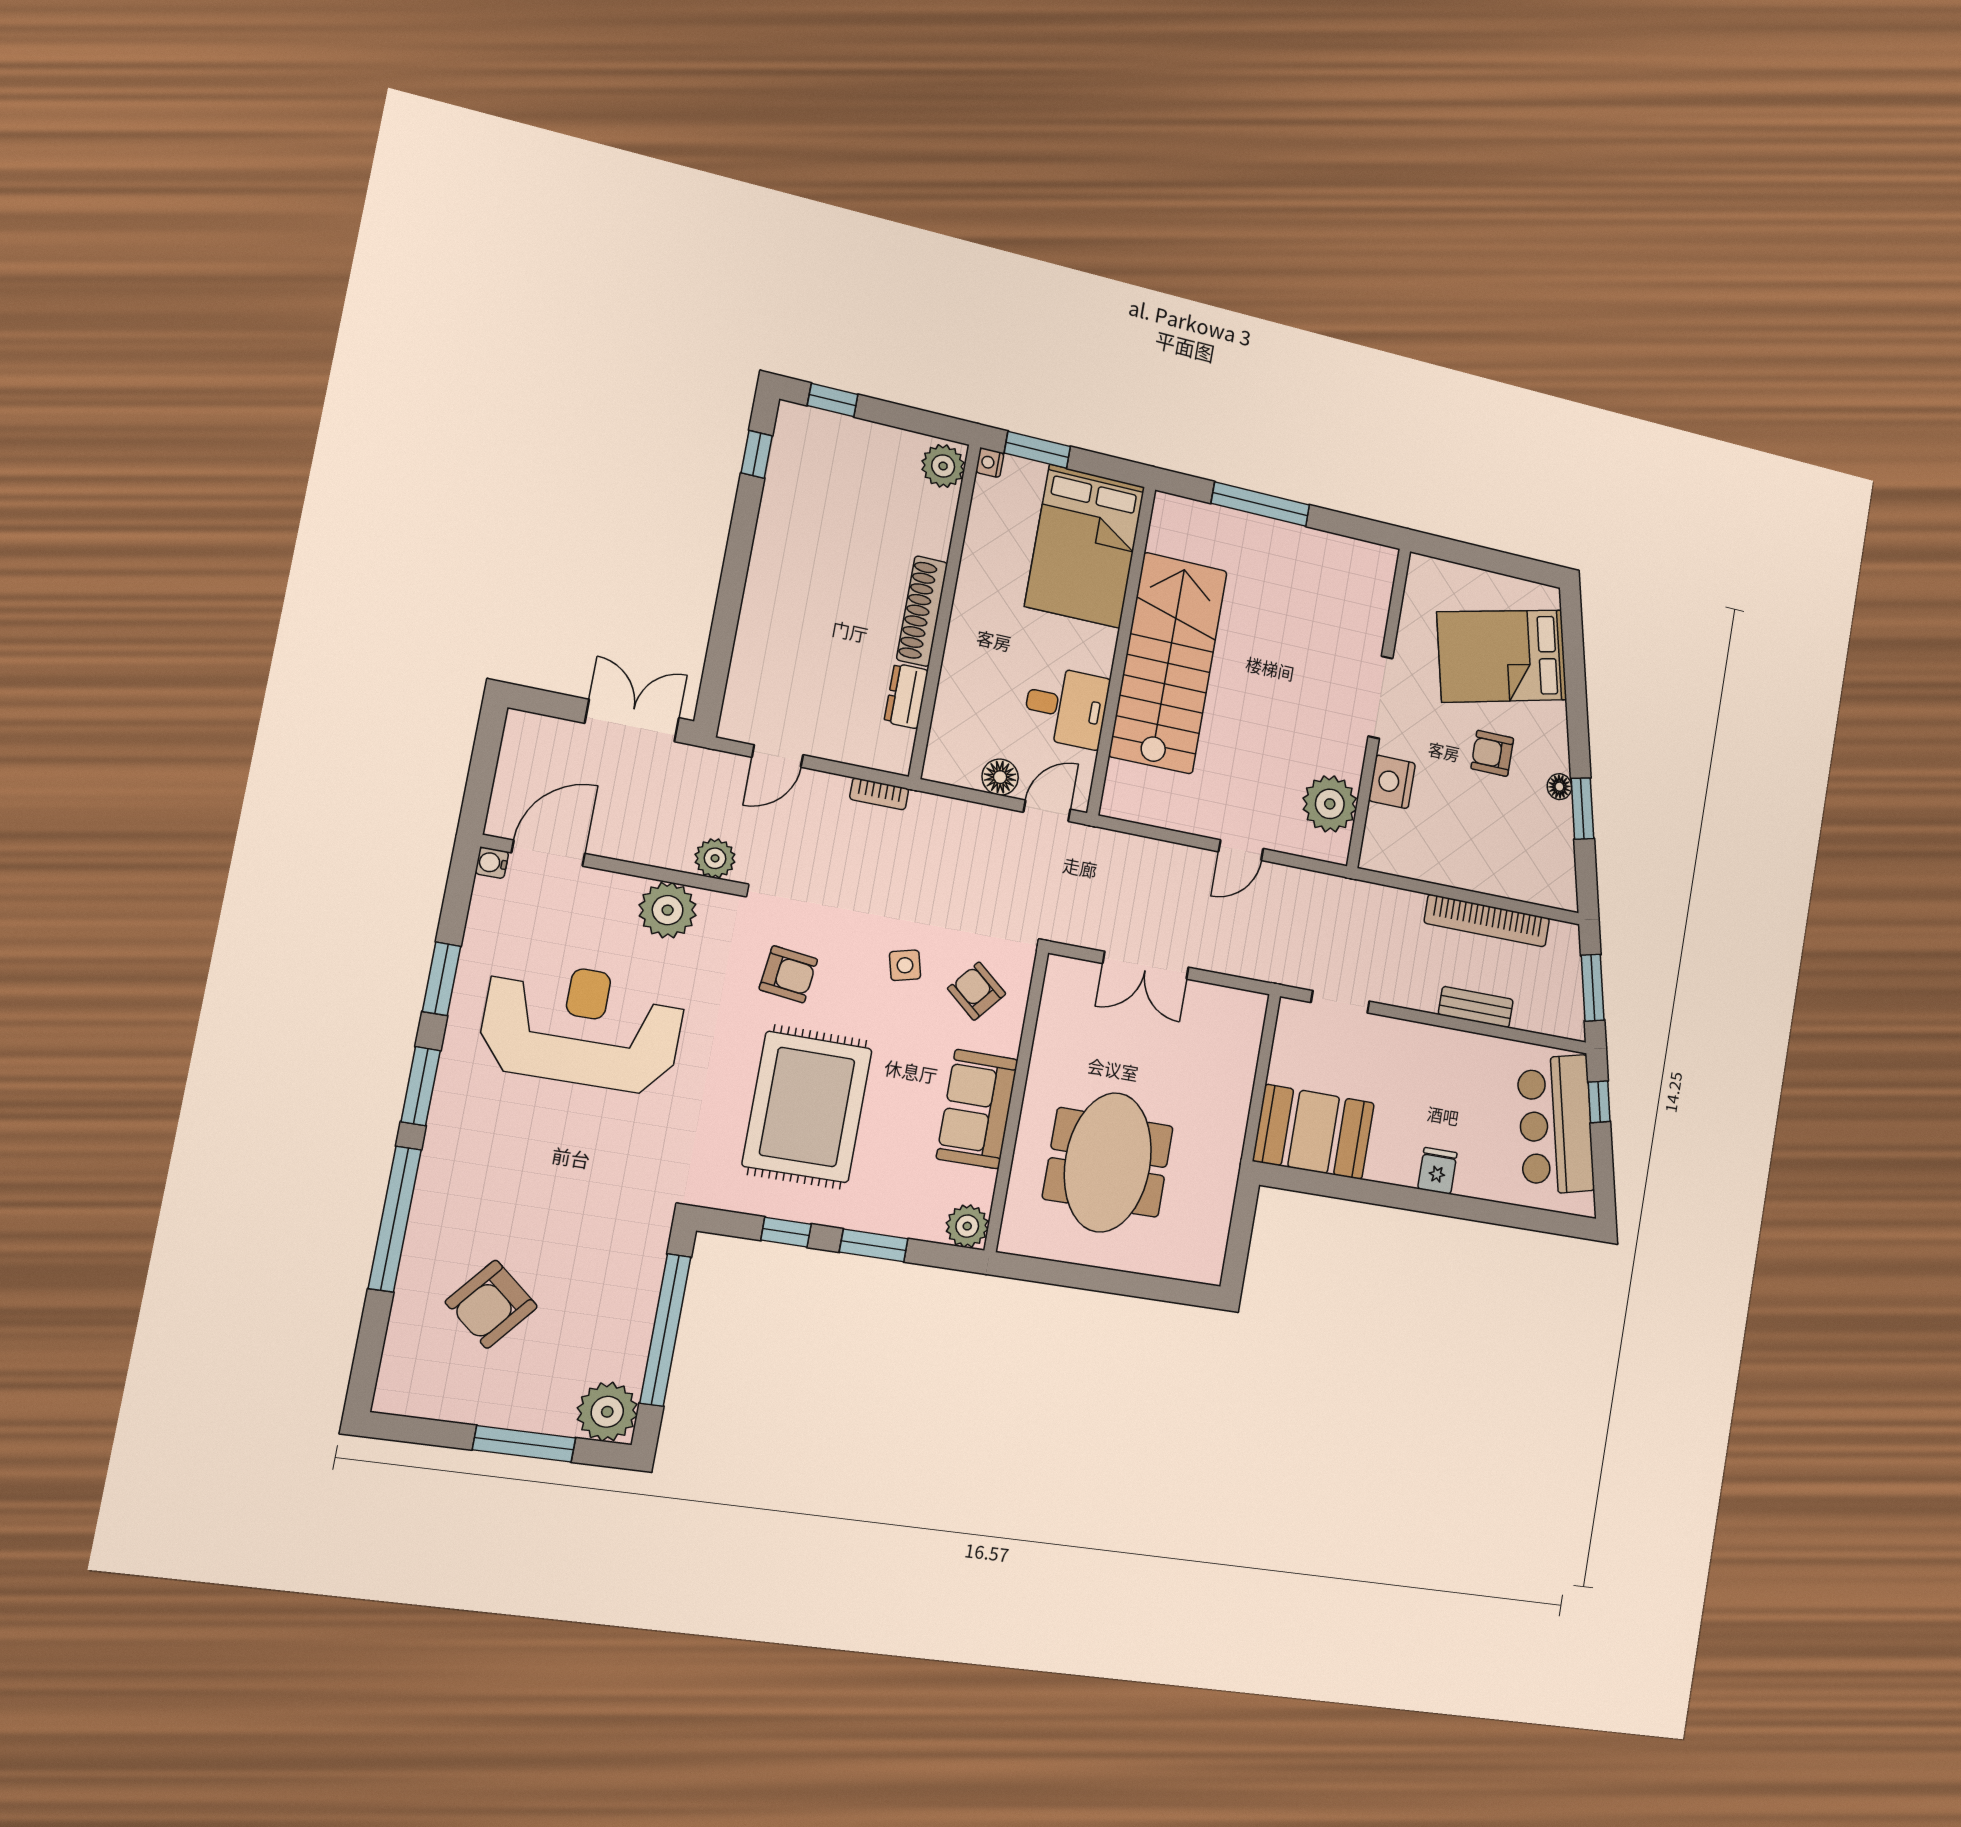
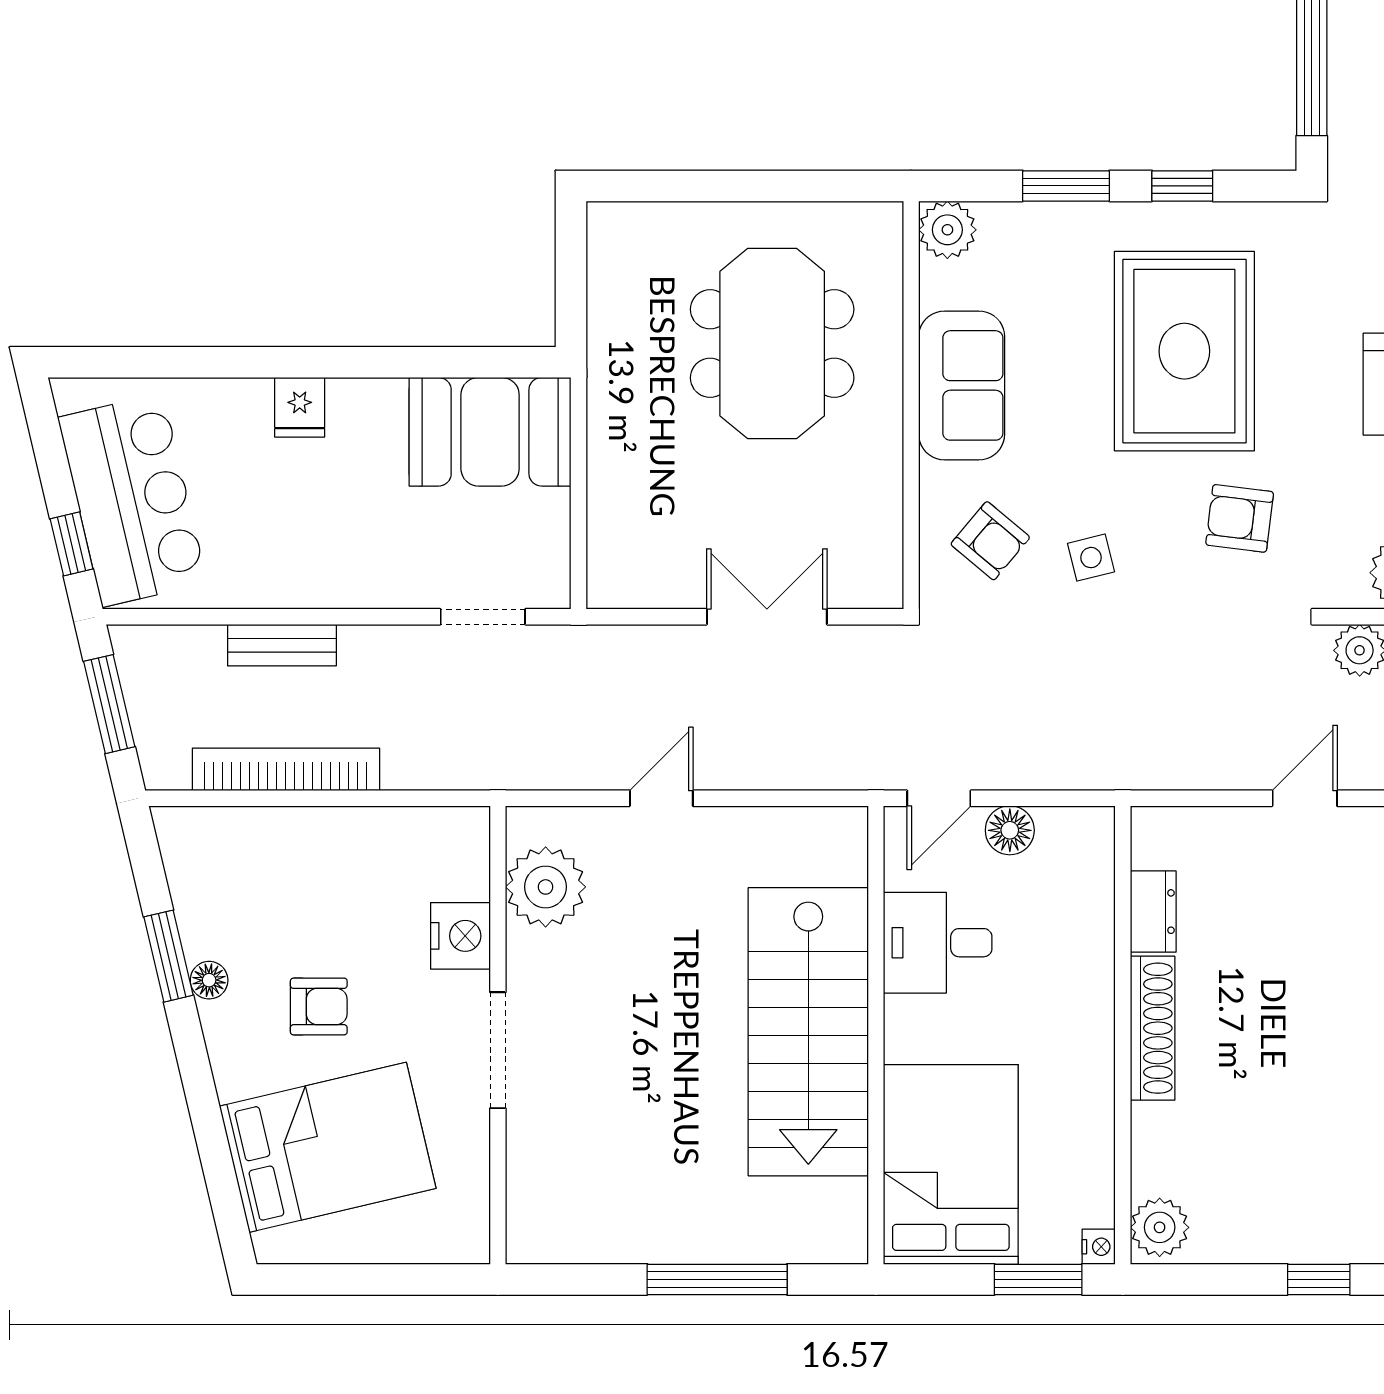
bookcase: (879, 794) -> (1165, 776), removed

